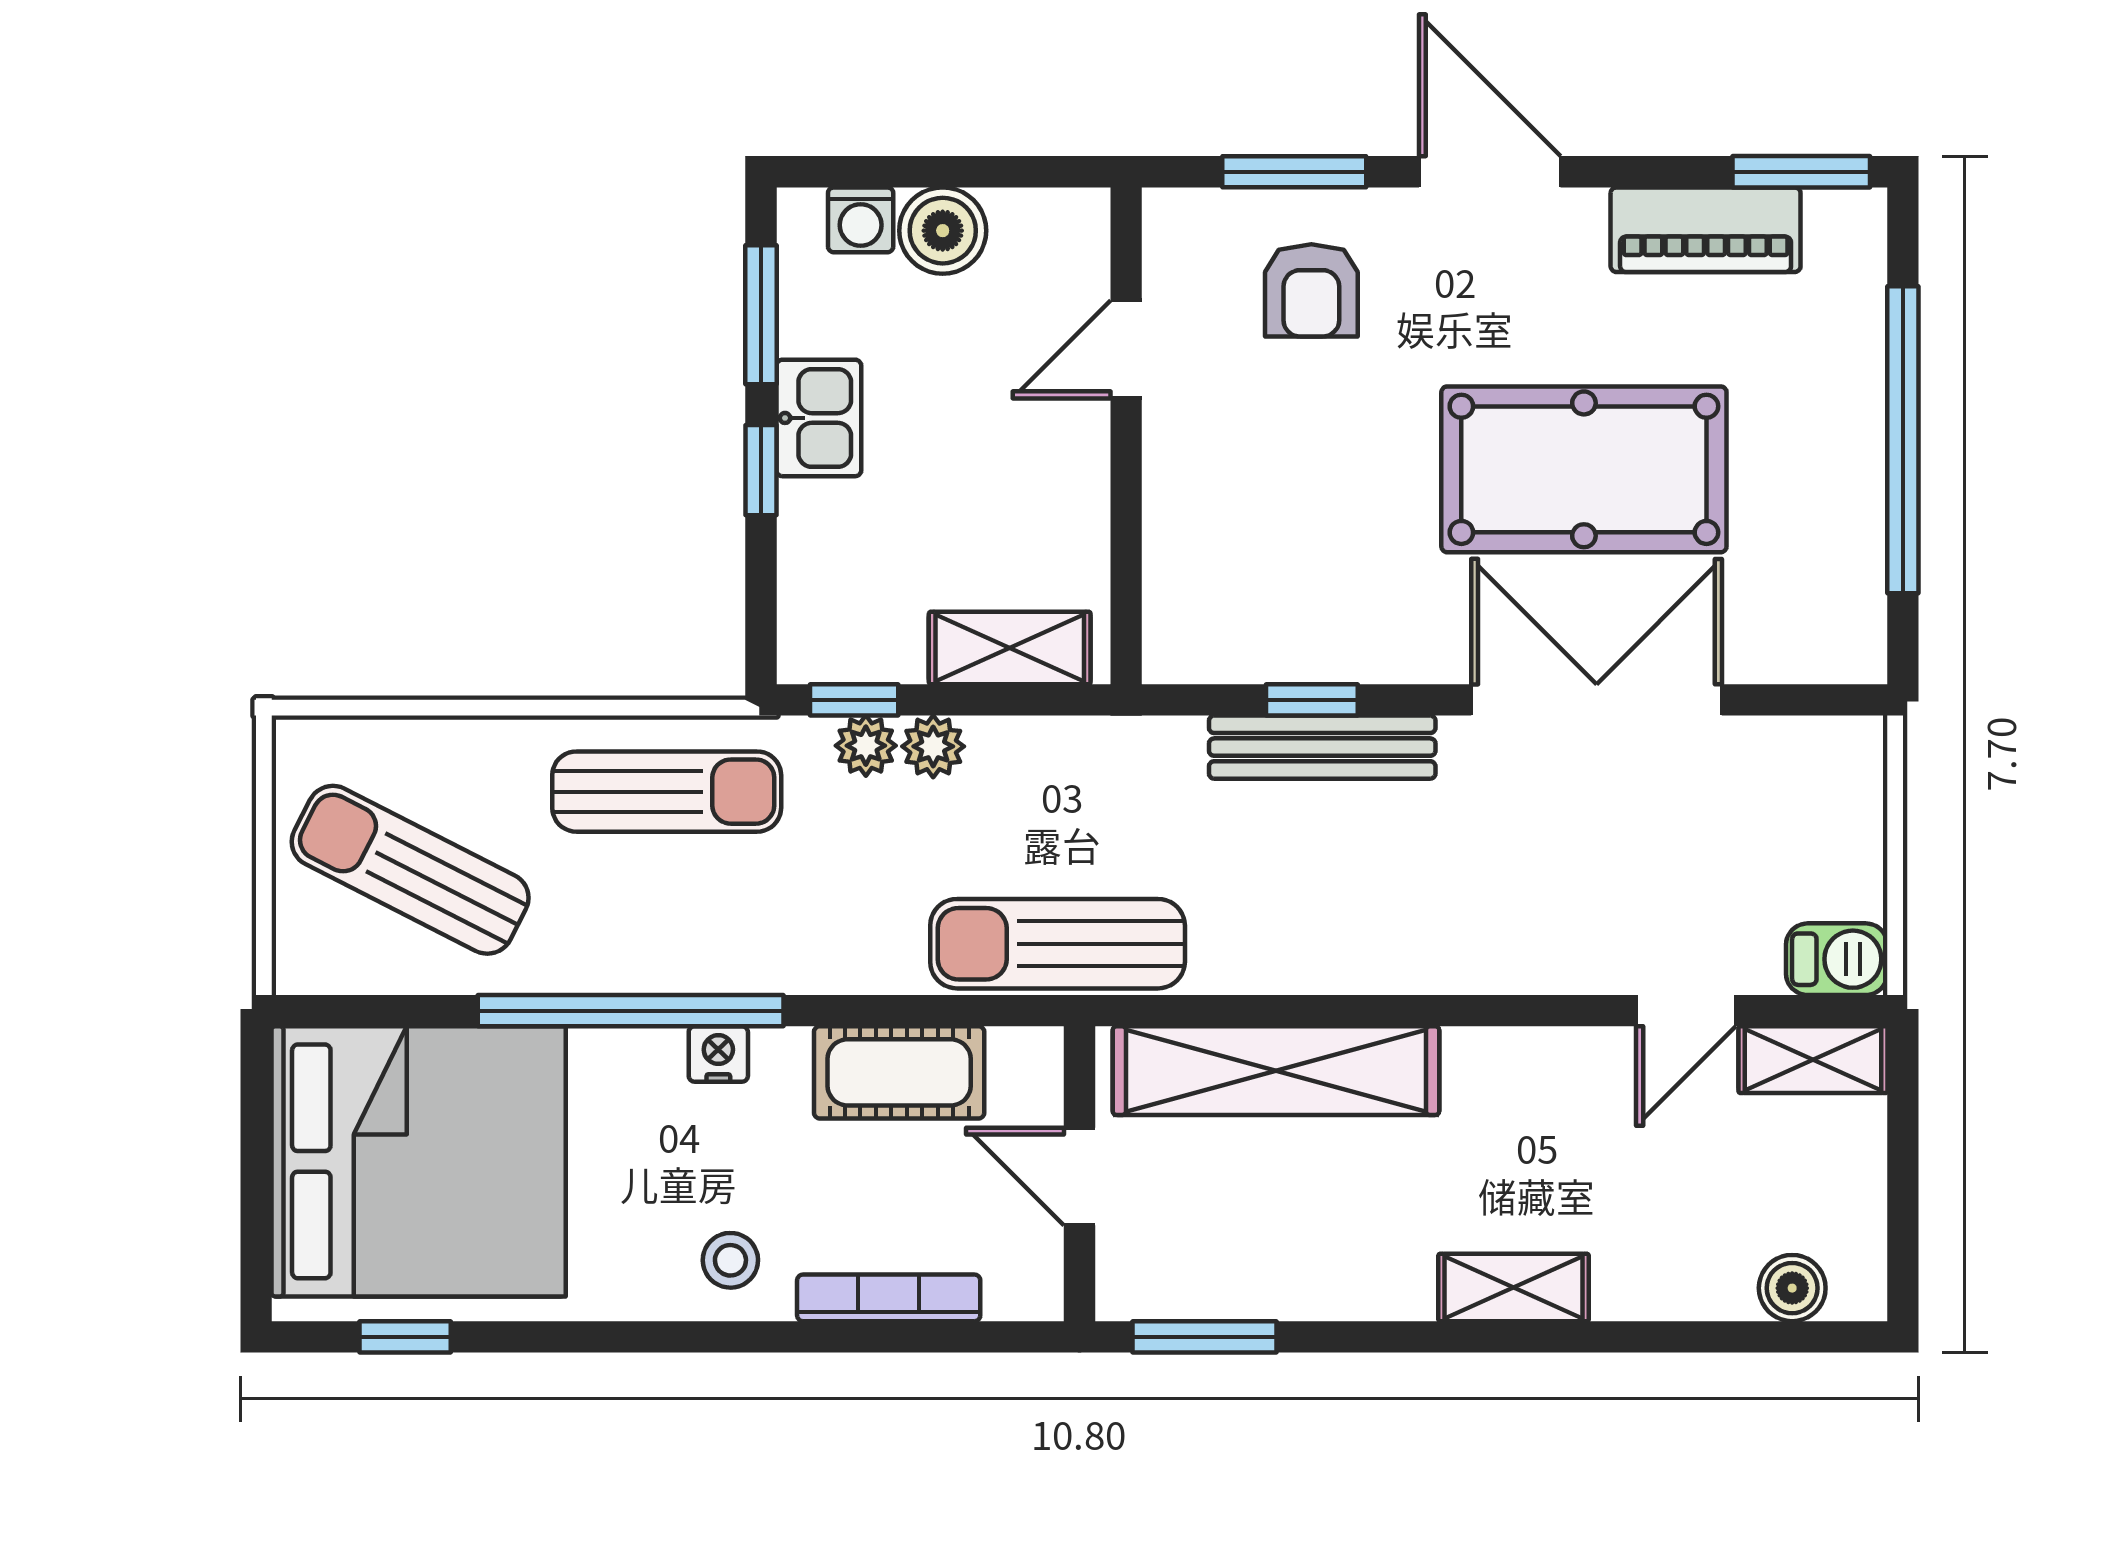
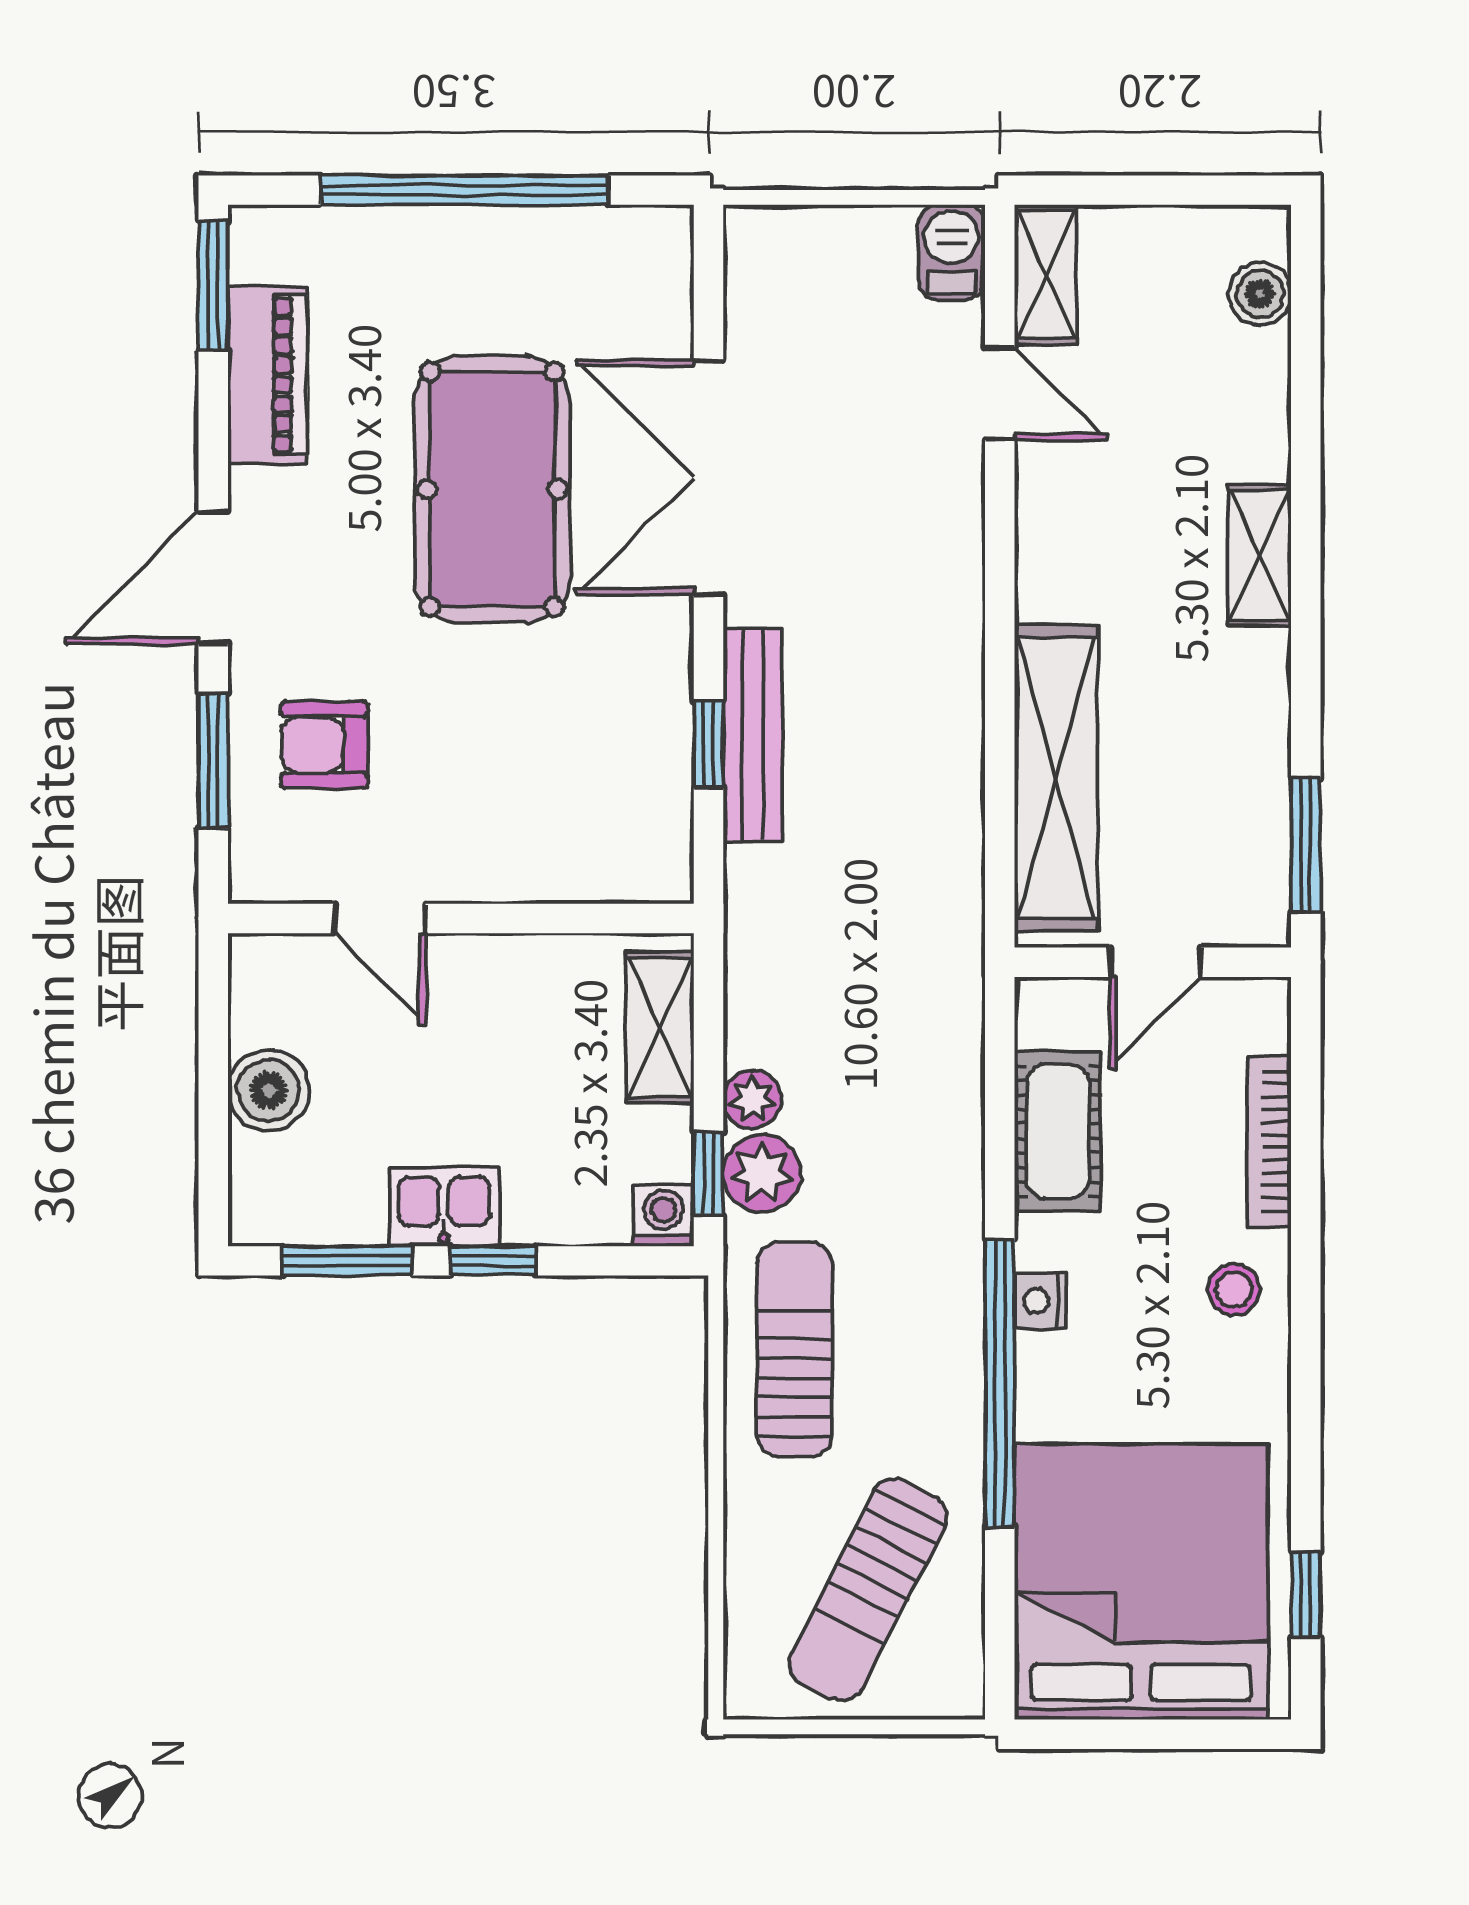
washing machine: (861, 220) -> (663, 1216), moved, turned -90
armchair: (1311, 290) -> (324, 745), turned 180
plant: (866, 746) -> (762, 1173), width x1.38, depth x1.38
sun lounger: (1058, 944) -> (937, 983), removed

